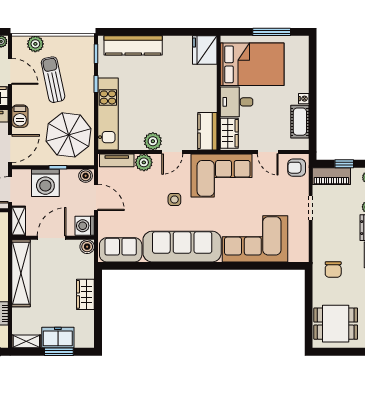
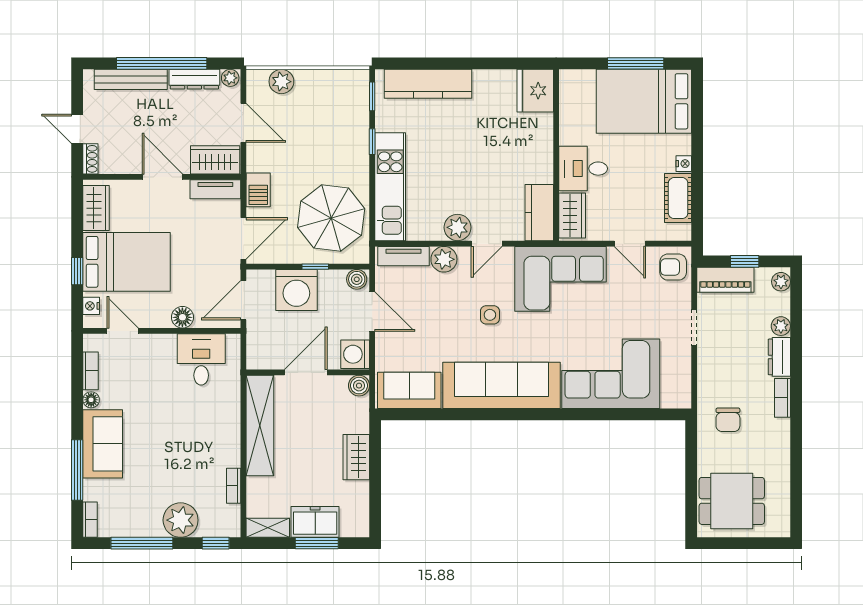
bed: (252, 64) -> (644, 101), moved, turned 180
sun lounger: (53, 80) -> (308, 135), removed
shelving: (19, 221) -> (256, 347), removed

